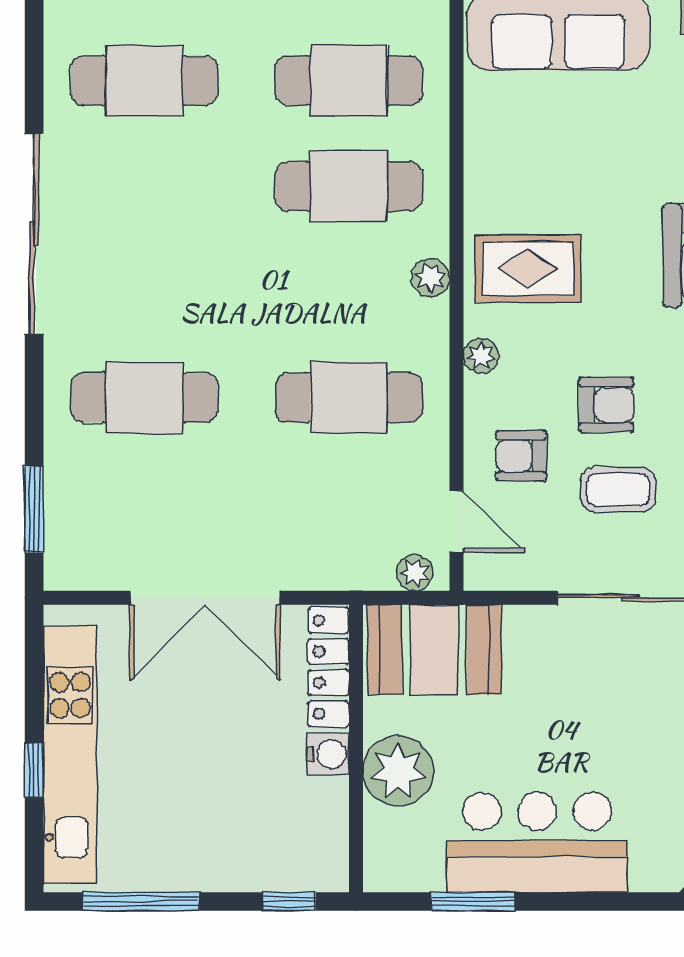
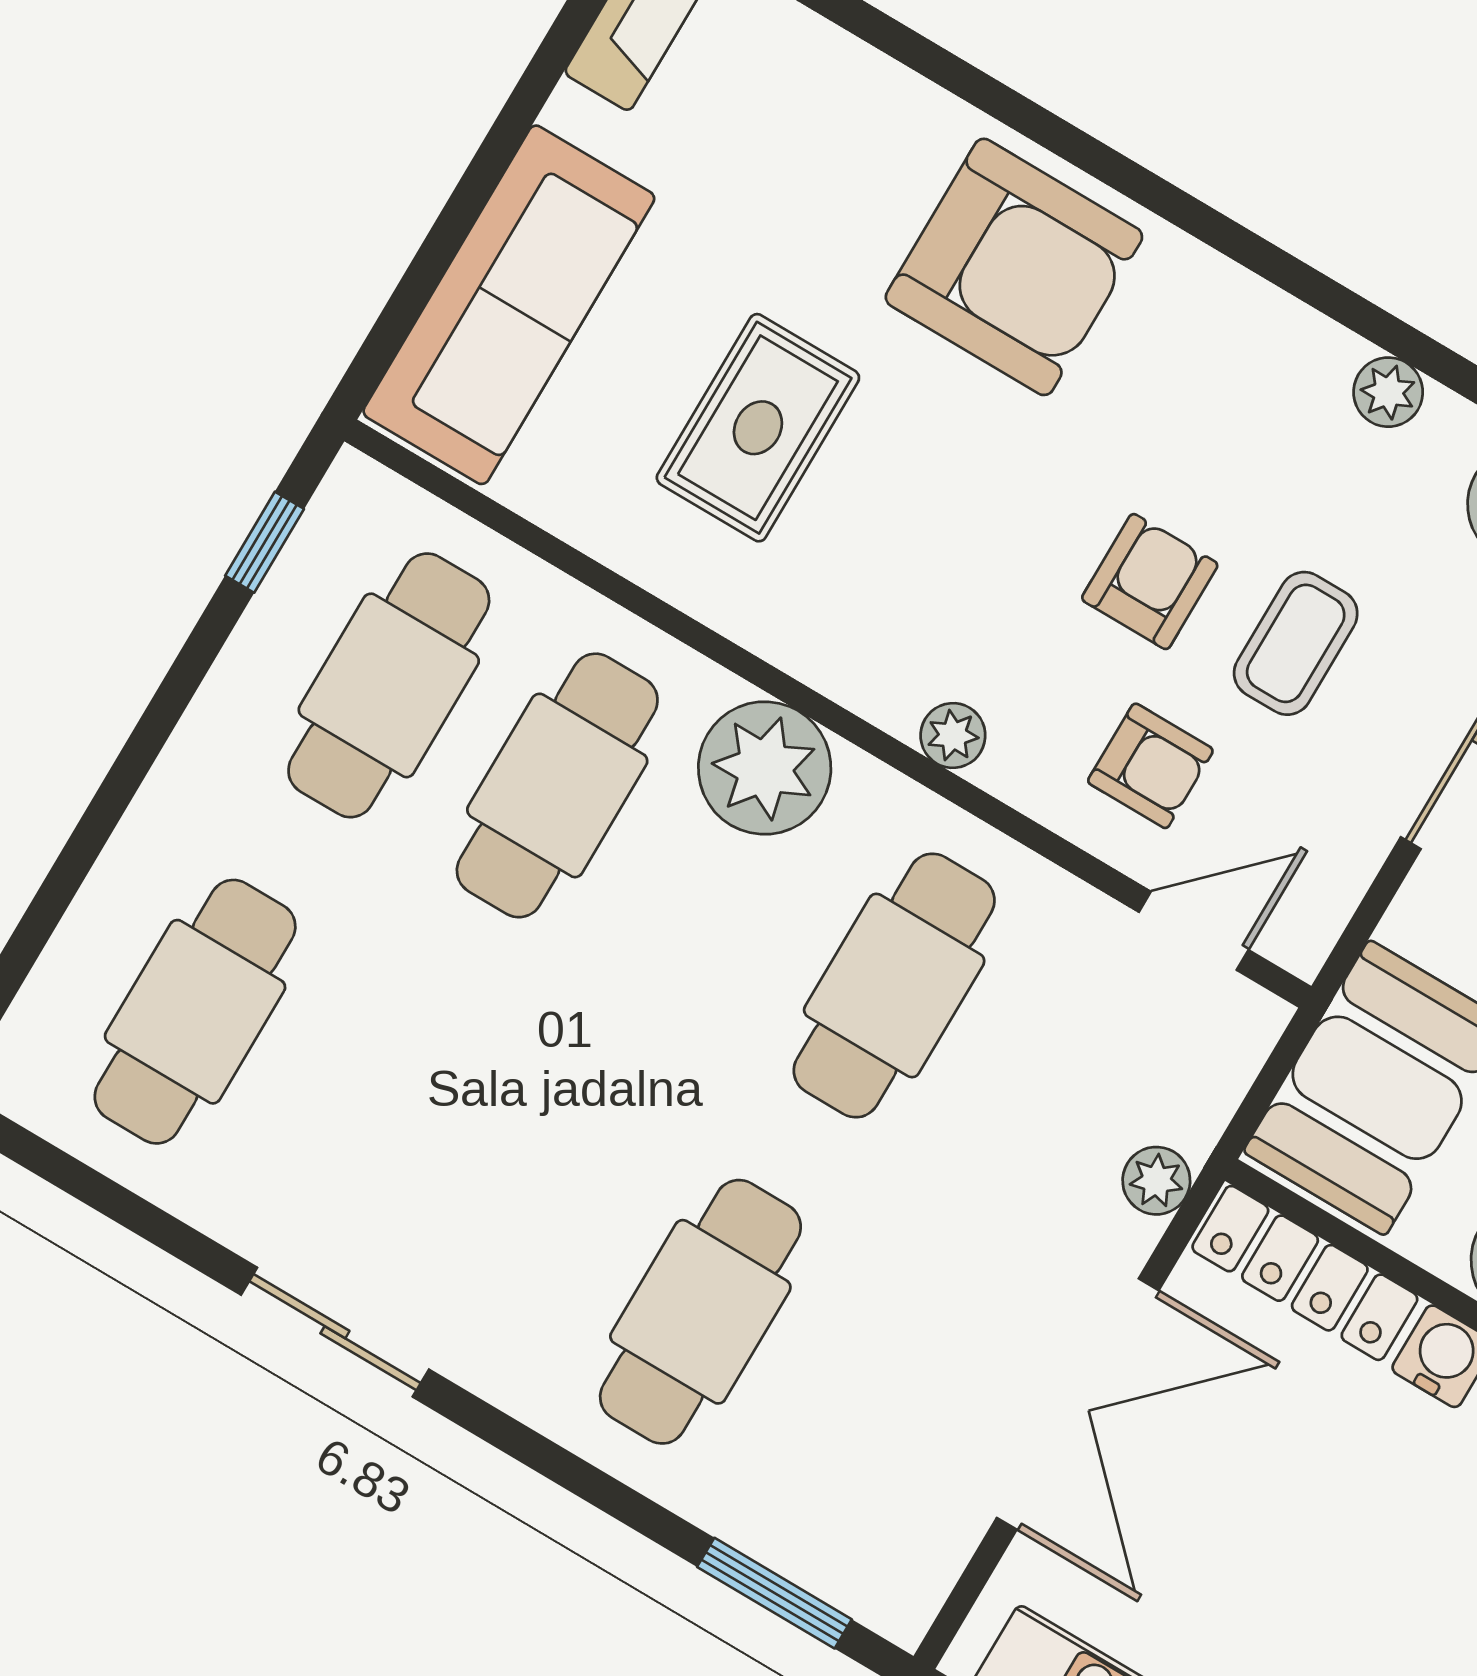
sliding door: (34, 234) -> (335, 1332), width x0.54
rug: (528, 268) -> (758, 428), moved
plant: (431, 278) -> (765, 768), width x1.87, depth x1.87
armchair: (521, 456) -> (1150, 766), turned -90
plant: (415, 573) -> (1156, 1181), moved

